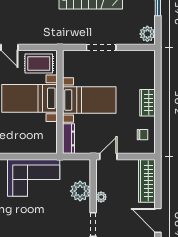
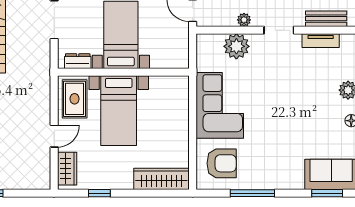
dresser: (69, 138) -> (78, 61), moved, width x0.70

